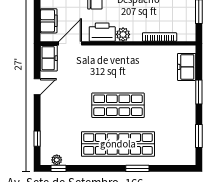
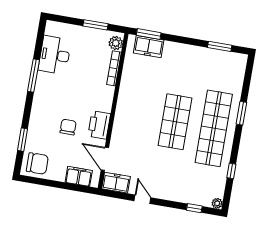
plant: (123, 34) -> (116, 43), moved
window: (199, 92) -> (149, 34), moved
plant: (57, 160) -> (217, 203), moved
window: (59, 168) -> (231, 171), moved

